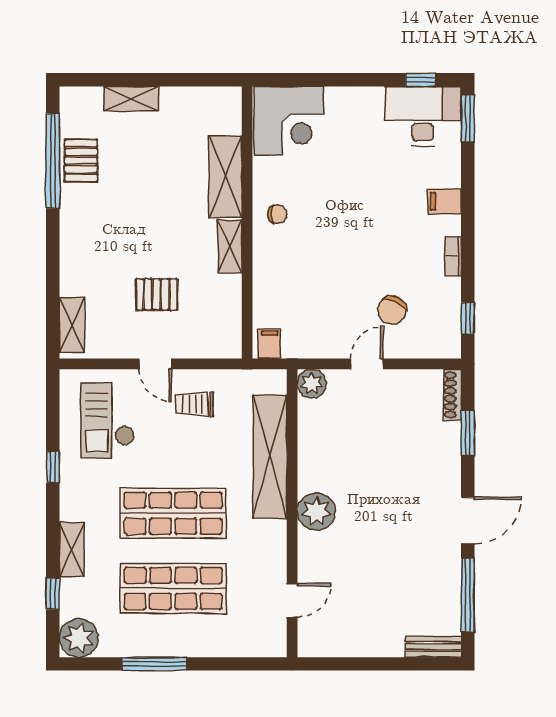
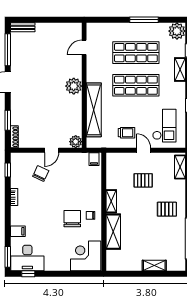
pallet: (81, 160) -> (167, 209), moved, turned 90
filing cabinet: (445, 201) -> (18, 231), moved
chair: (319, 207) -> (72, 219), added

